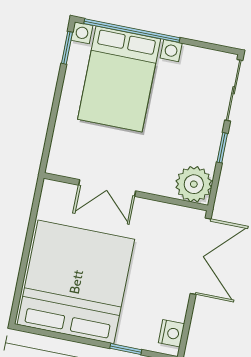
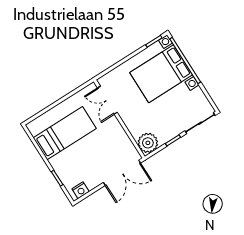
double door: (107, 188) -> (107, 100), moved
bed: (76, 282) -> (65, 133), width x0.49

